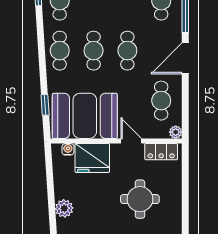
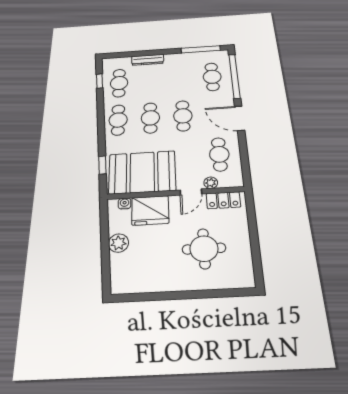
door: (185, 58) -> (240, 118), hinge flipped
plant: (176, 132) -> (211, 183), moved
door: (131, 141) -> (191, 192), swing flipped
plant: (64, 208) -> (118, 243), moved

